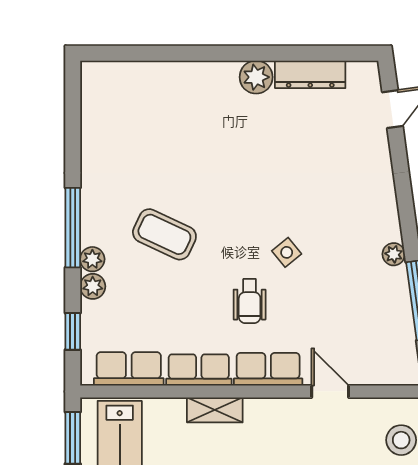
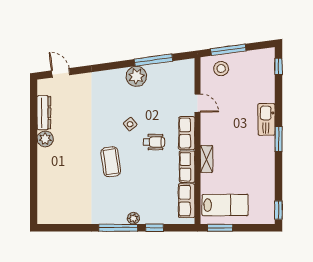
coffee table: (164, 234) -> (111, 162), moved, turned -33
plant: (394, 254) -> (136, 76), width x1.88, depth x1.88
plant: (93, 286) -> (147, 218), removed
window: (73, 331) -> (155, 228), moved
door: (330, 391) -> (198, 103), swing flipped

